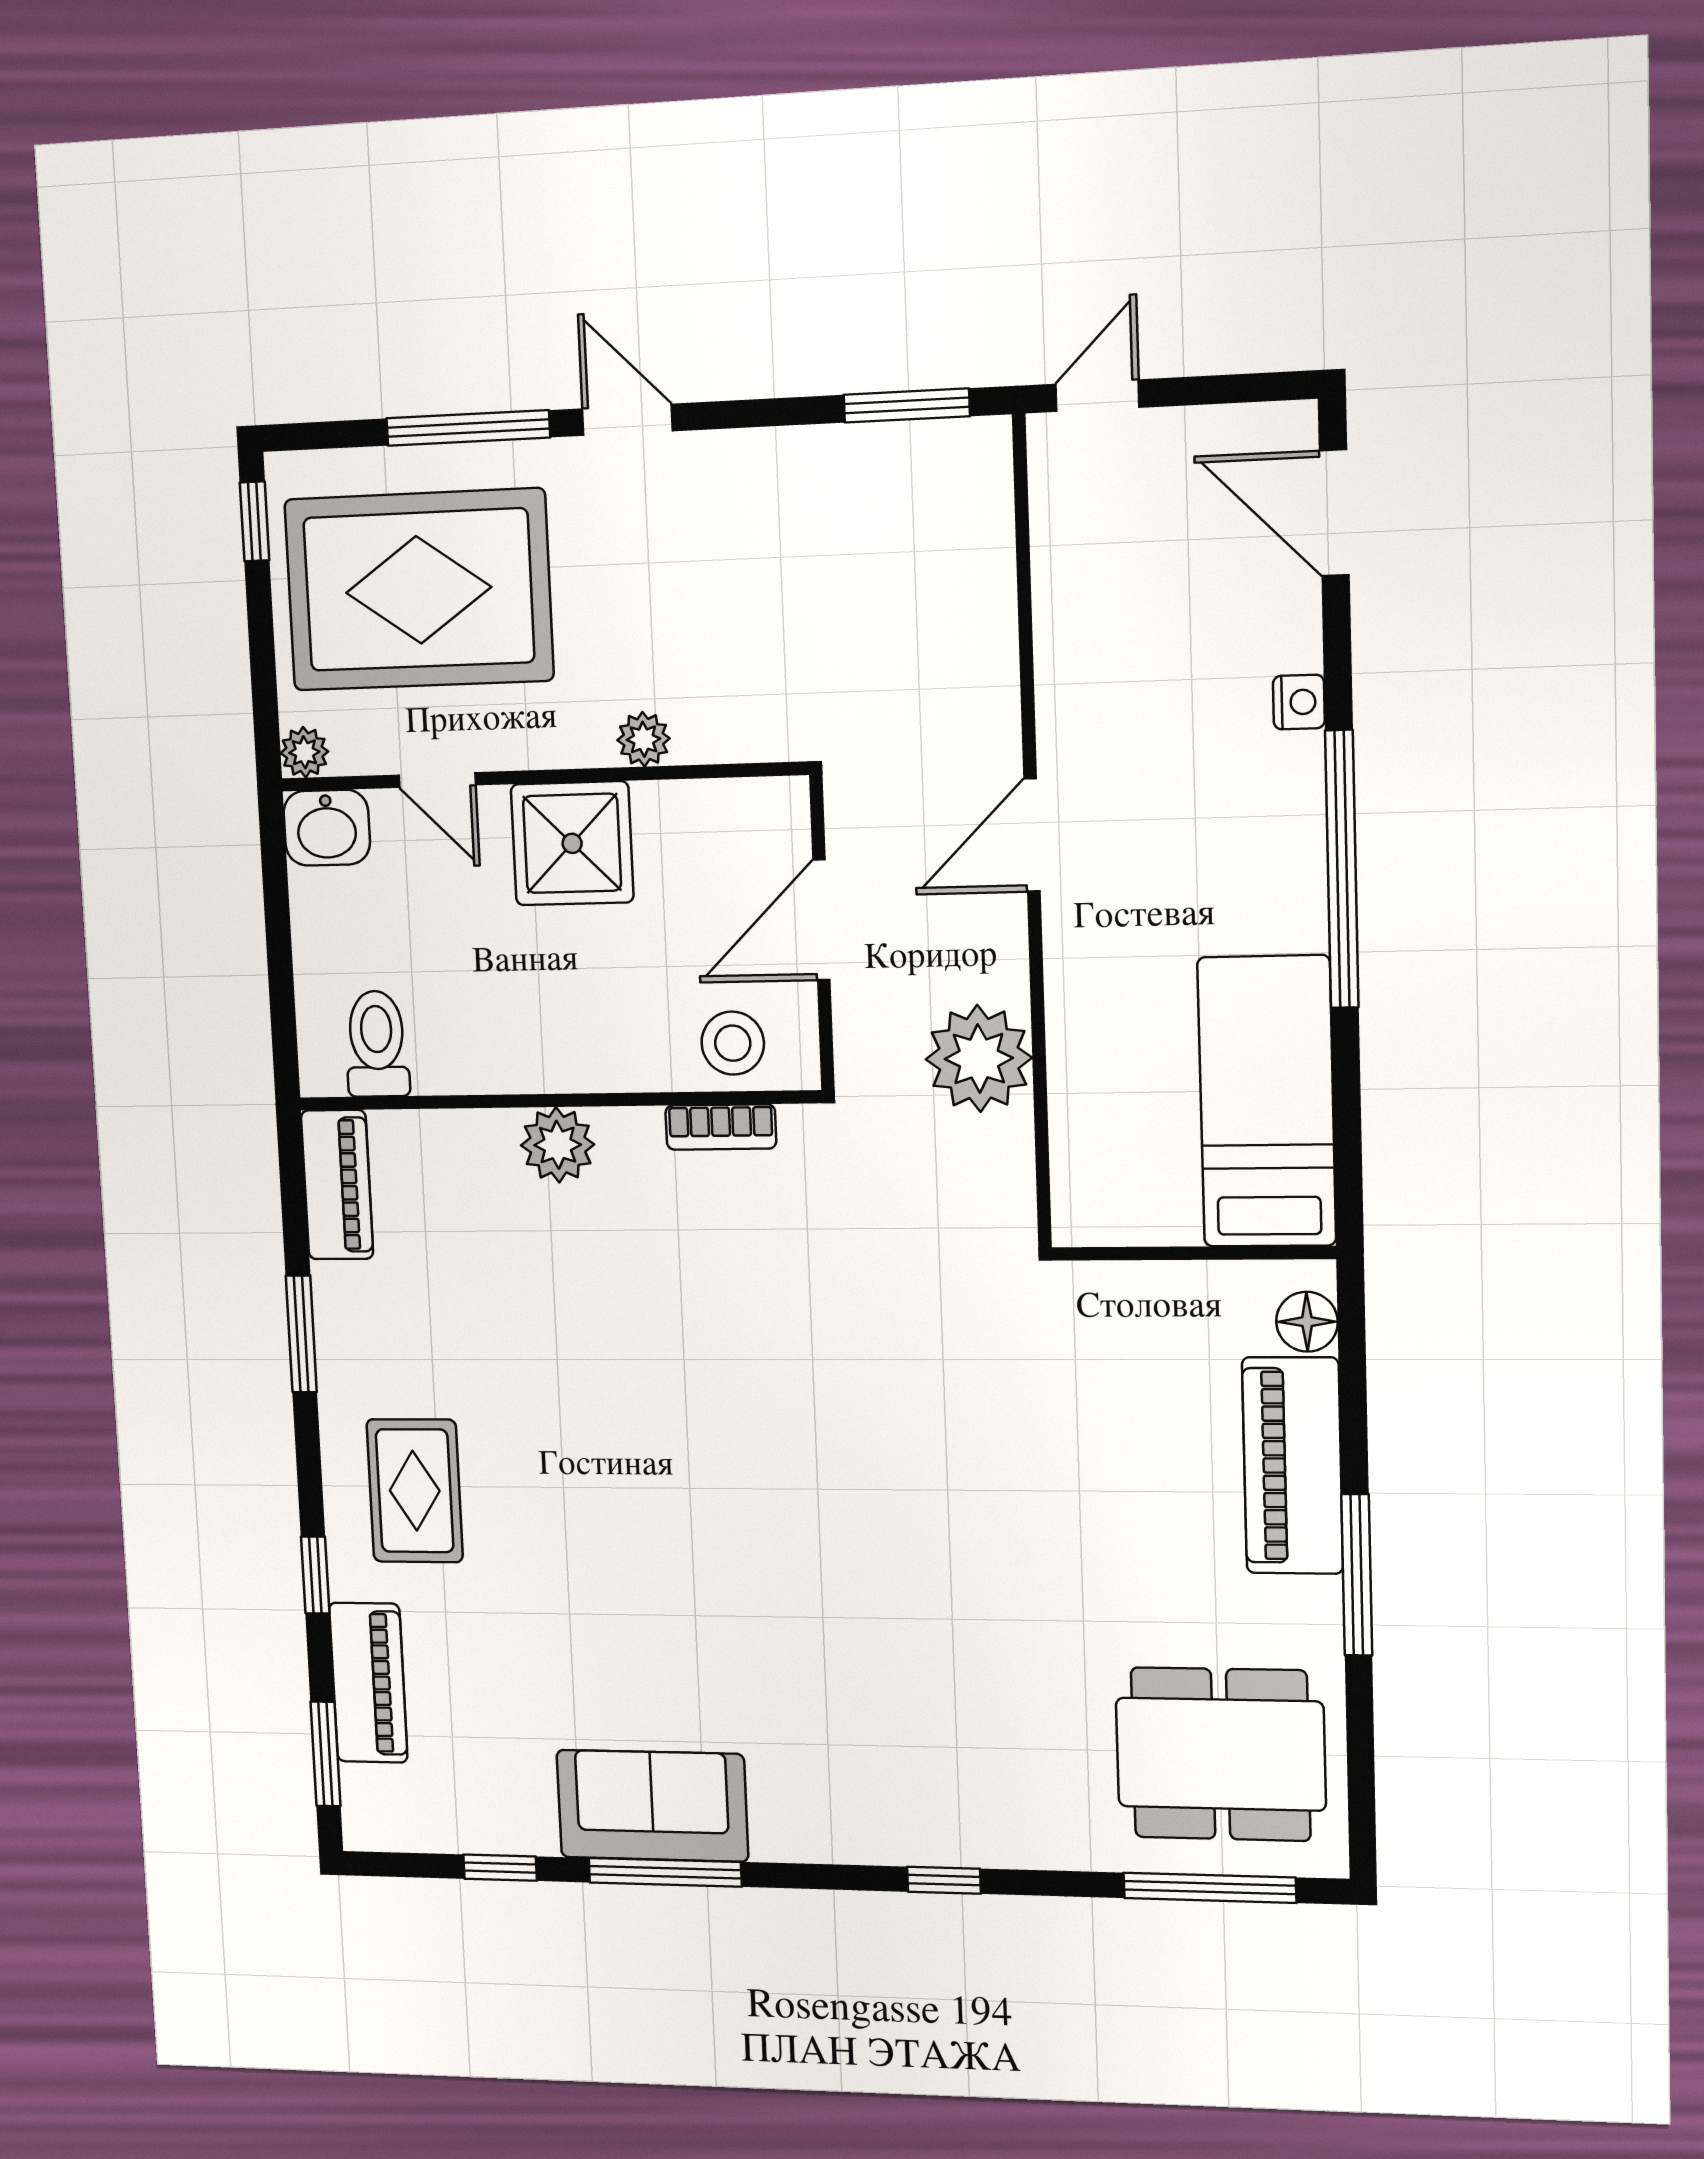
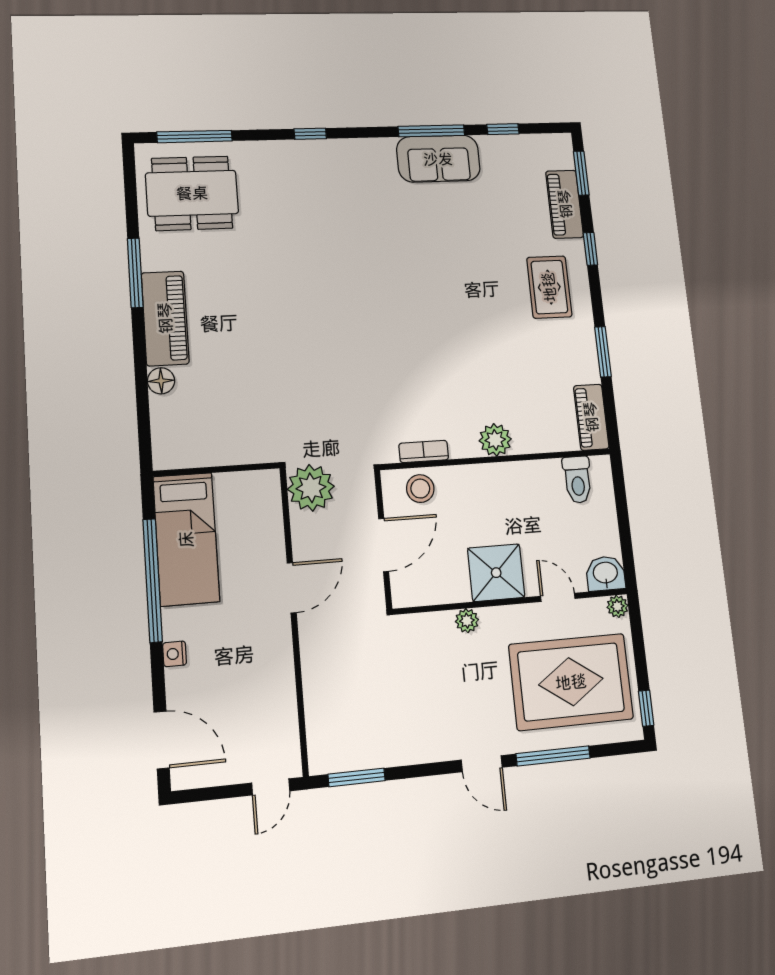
bed: (1267, 1102) -> (186, 539), moved
wall: (1193, 1253) -> (217, 469), moved

